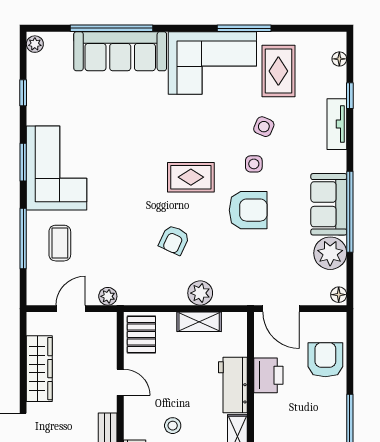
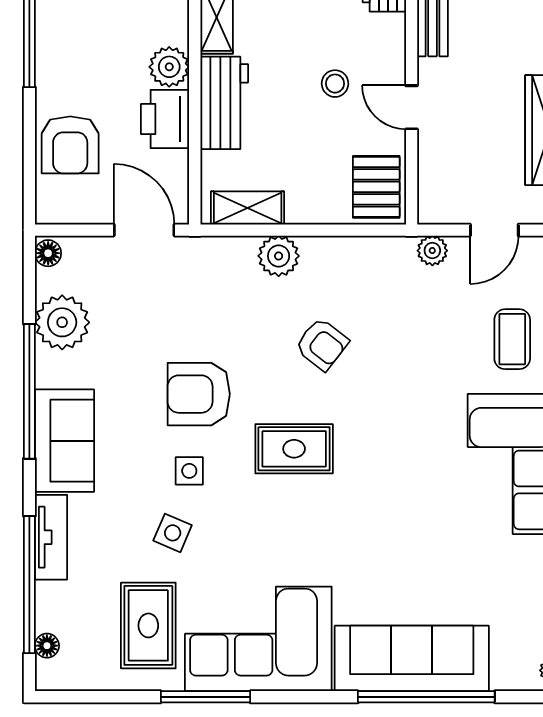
window: (350, 96) -> (29, 585), width x3.17
sofa: (329, 204) -> (64, 441), moved
armchair: (174, 240) -> (322, 344), turned 103
shelving: (199, 322) -> (248, 208), moved
plant: (266, 407) -> (169, 67), added
stool: (173, 426) -> (335, 84), moved

